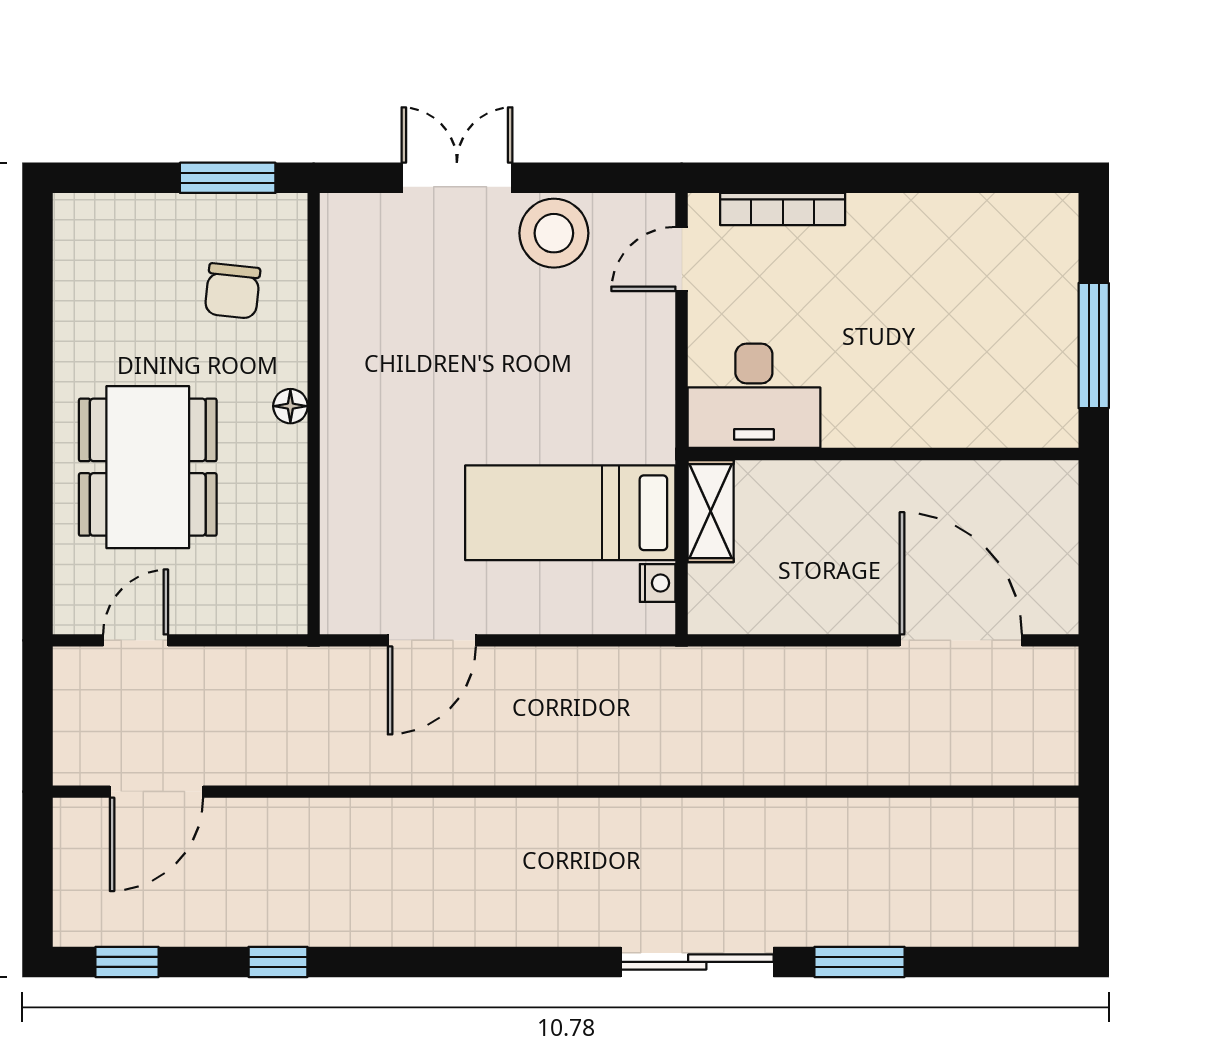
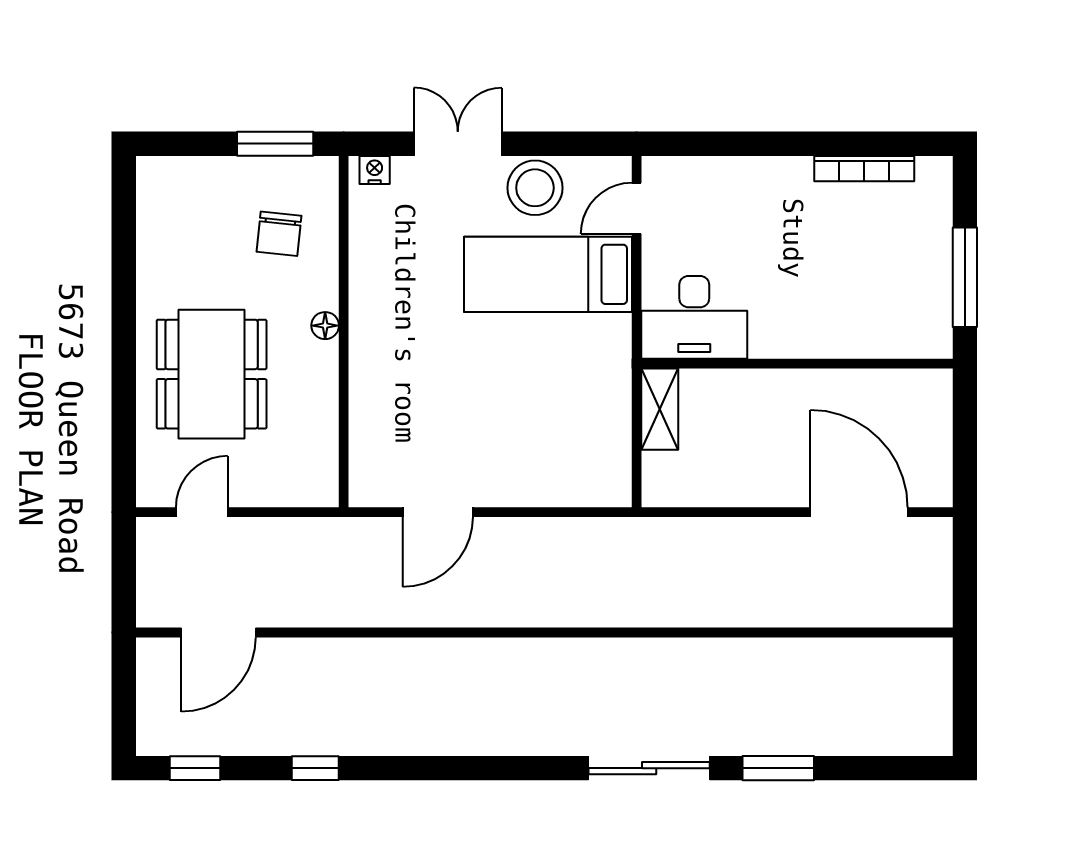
bookcase: (783, 209) -> (864, 169), moved
bed: (570, 513) -> (548, 274), moved
nightstand: (658, 583) -> (375, 170), moved, turned -90

